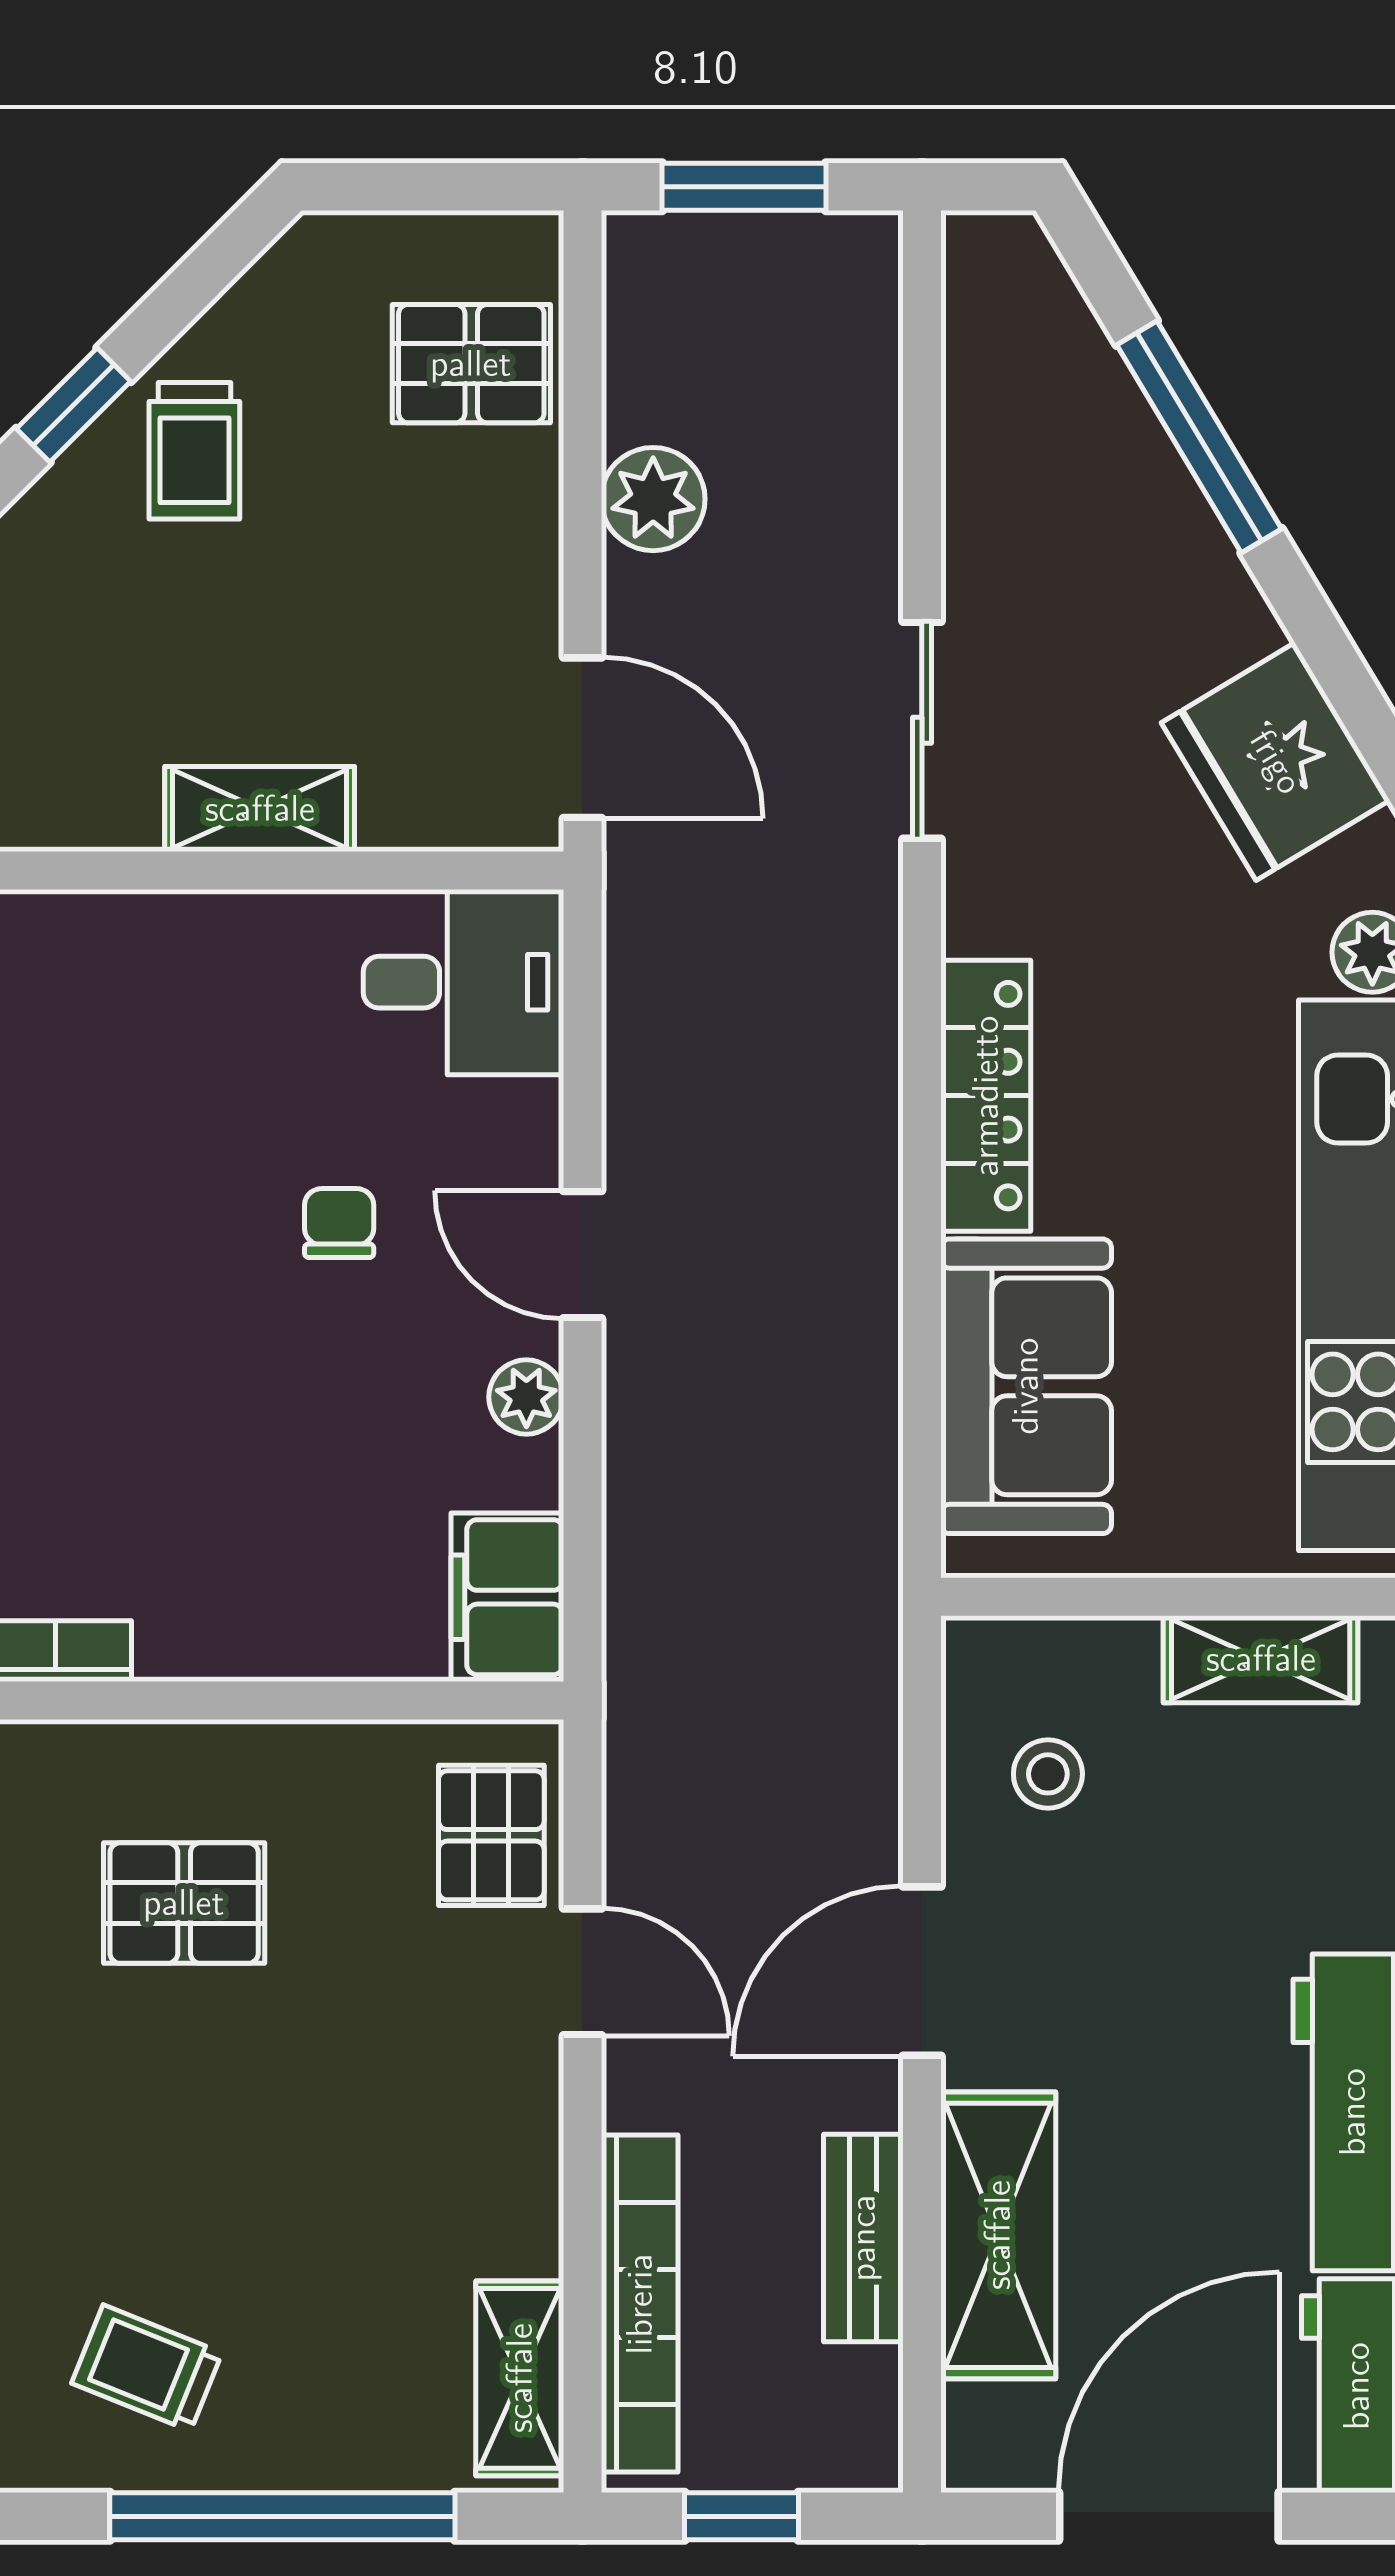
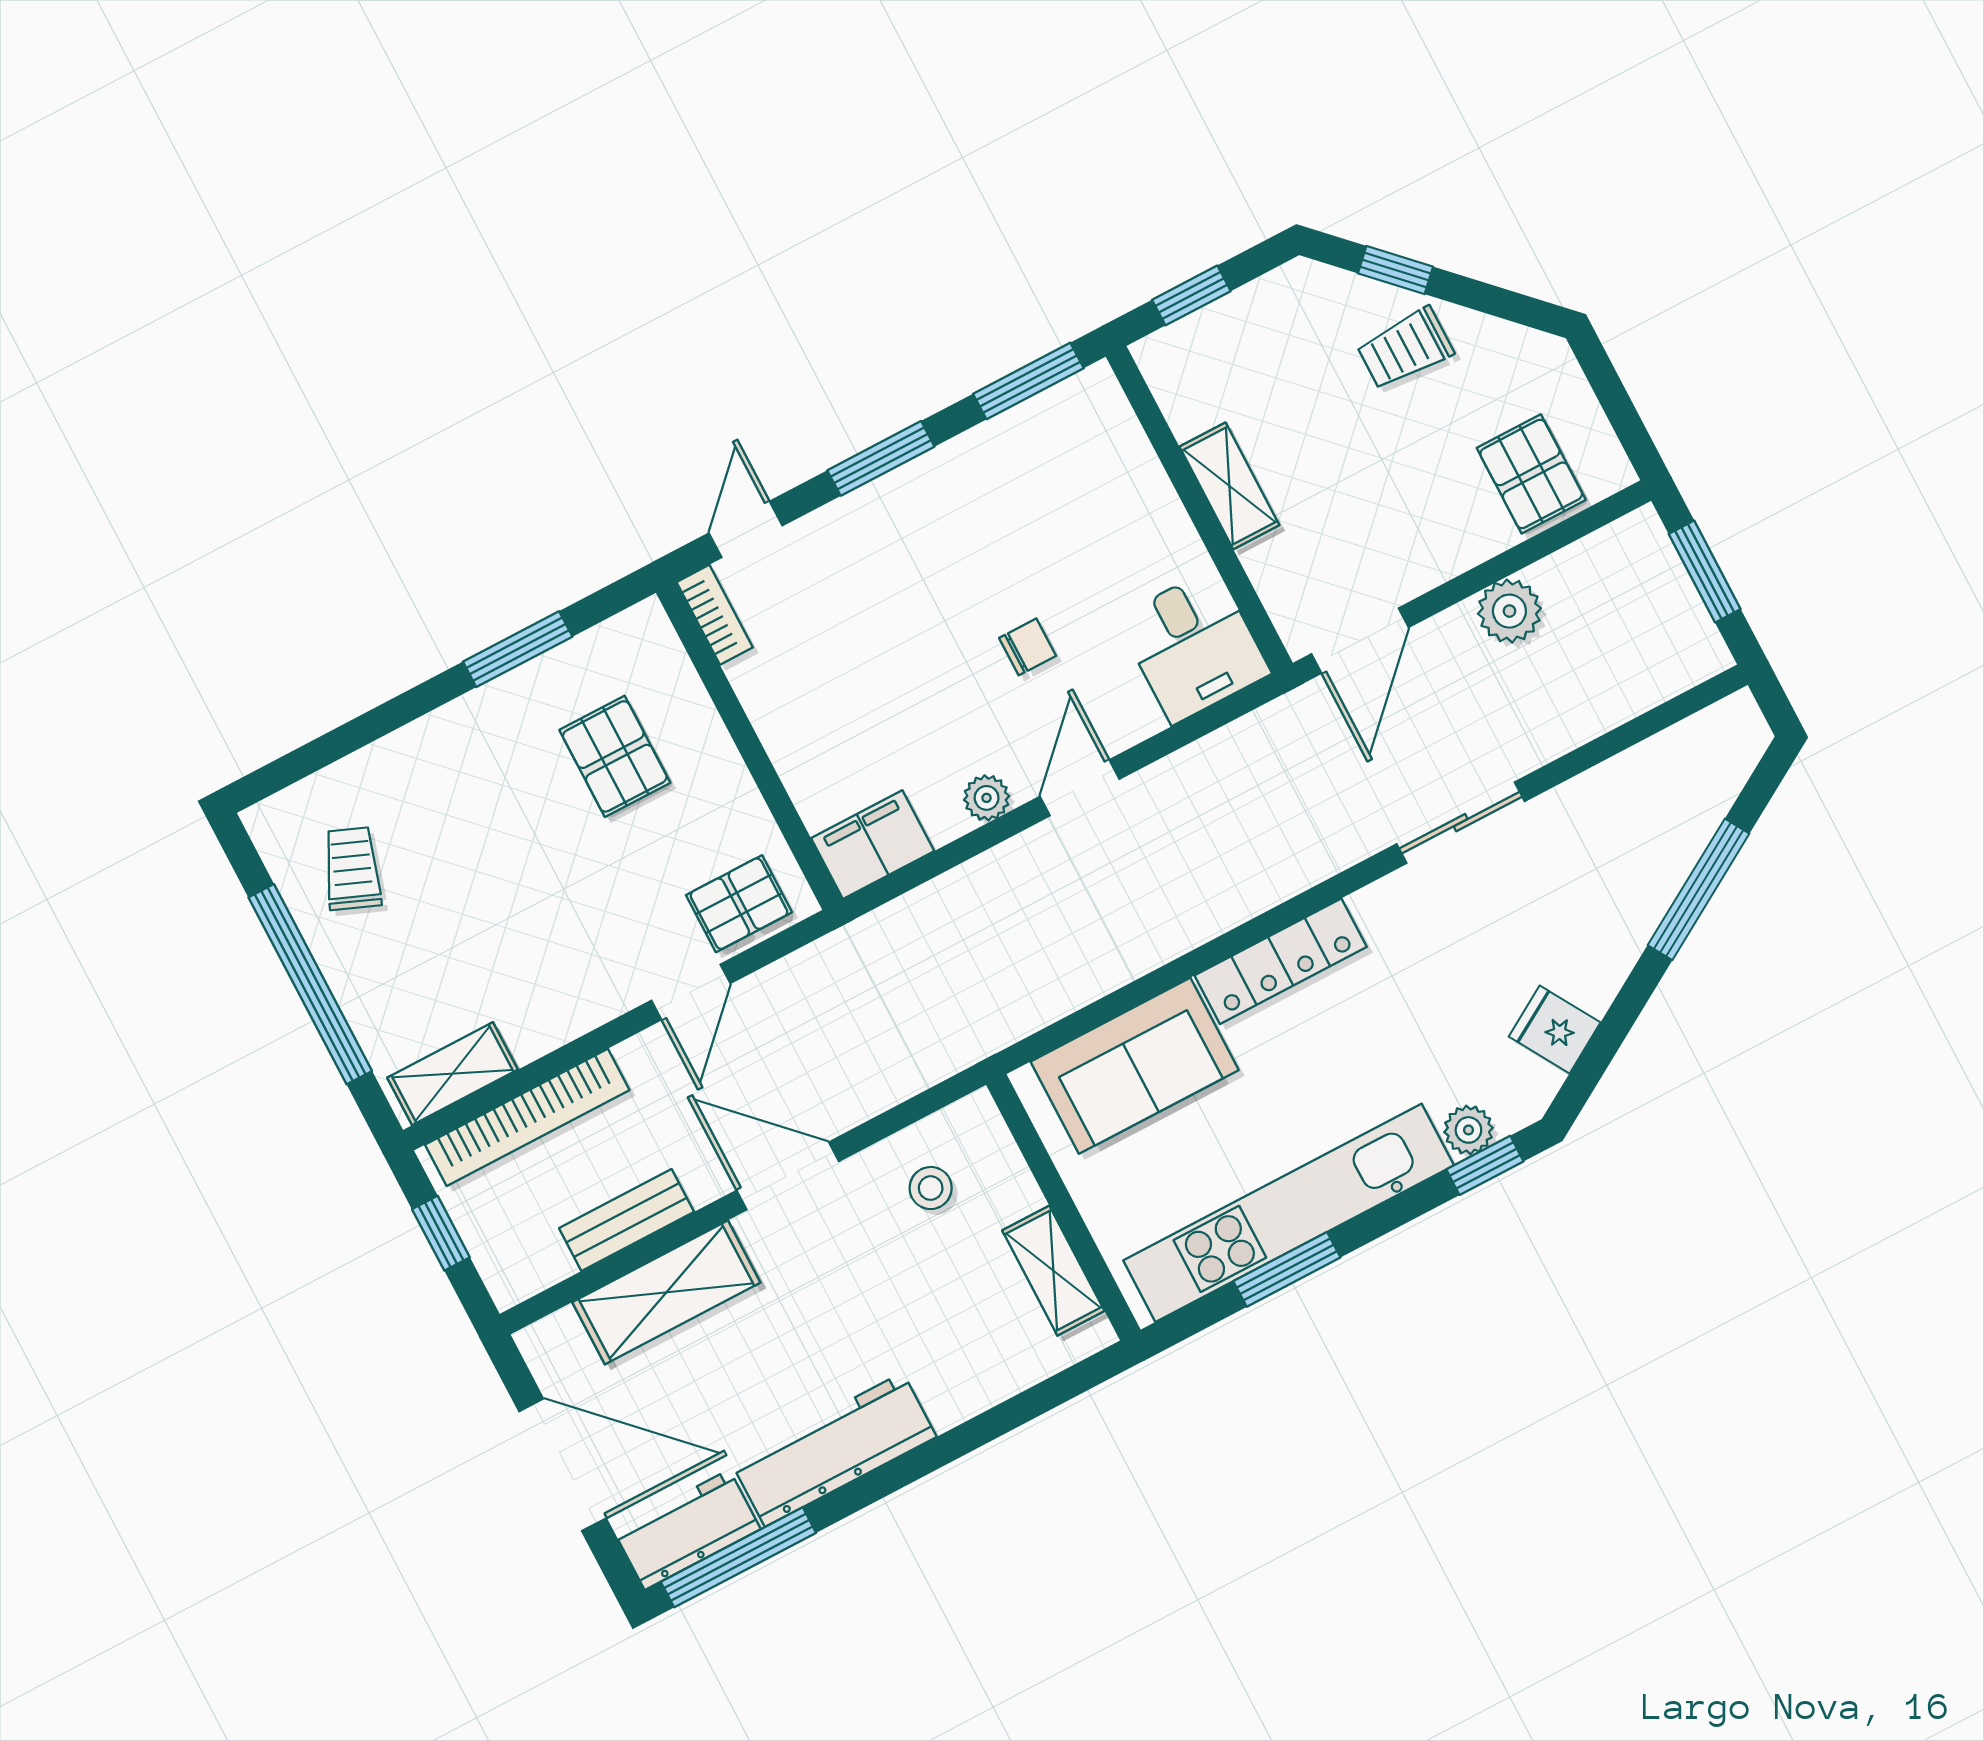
fridge: (1276, 762) -> (1555, 1029), width x0.53, depth x0.75

